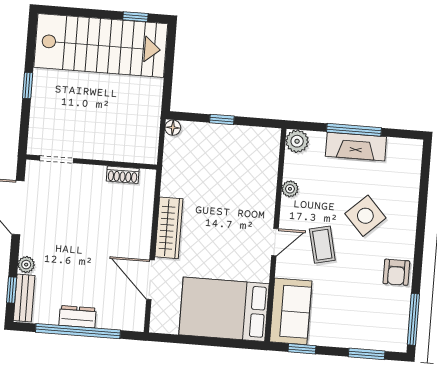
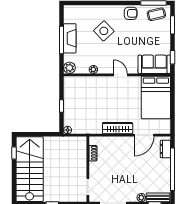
coffee table: (322, 245) -> (156, 14), moved
dresser: (78, 317) -> (165, 149), moved

